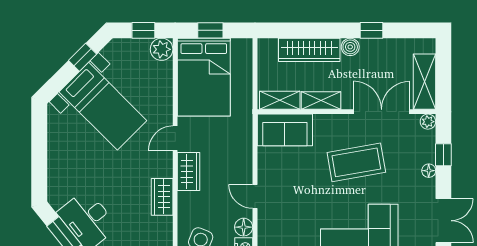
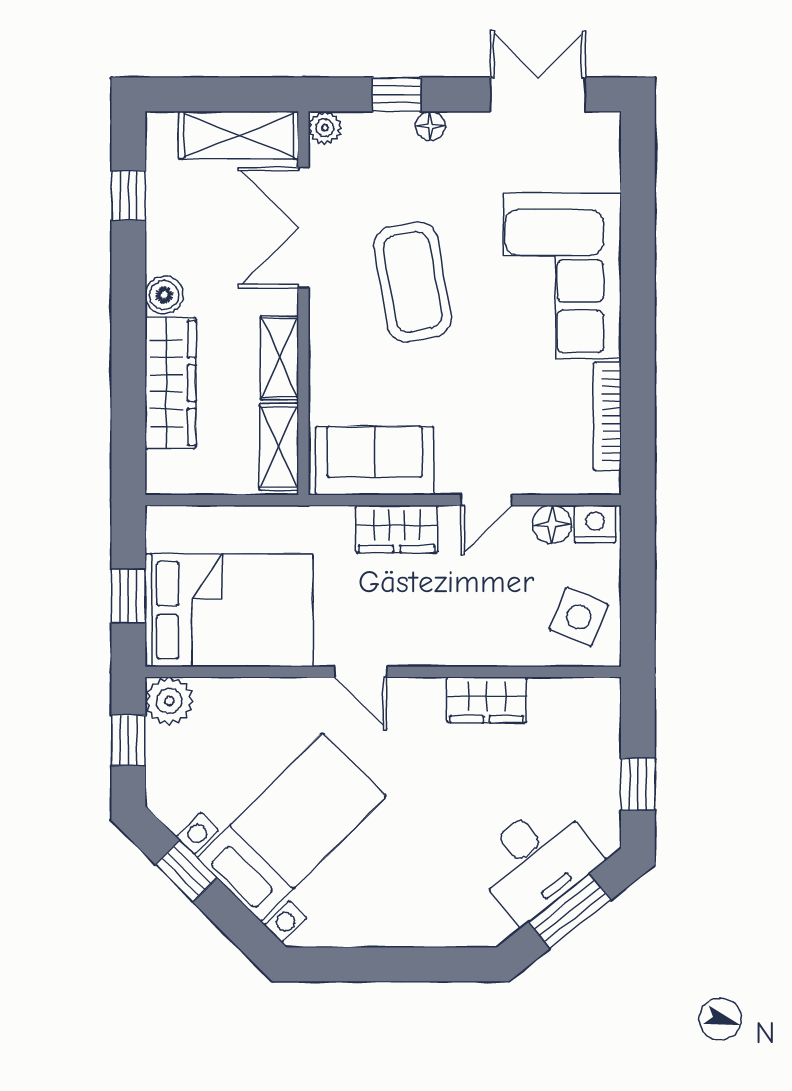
window: (372, 30) -> (128, 196), moved
sofa: (285, 130) -> (375, 461), moved, turned -90
wardrobe: (189, 172) -> (397, 529), moved, turned 180

